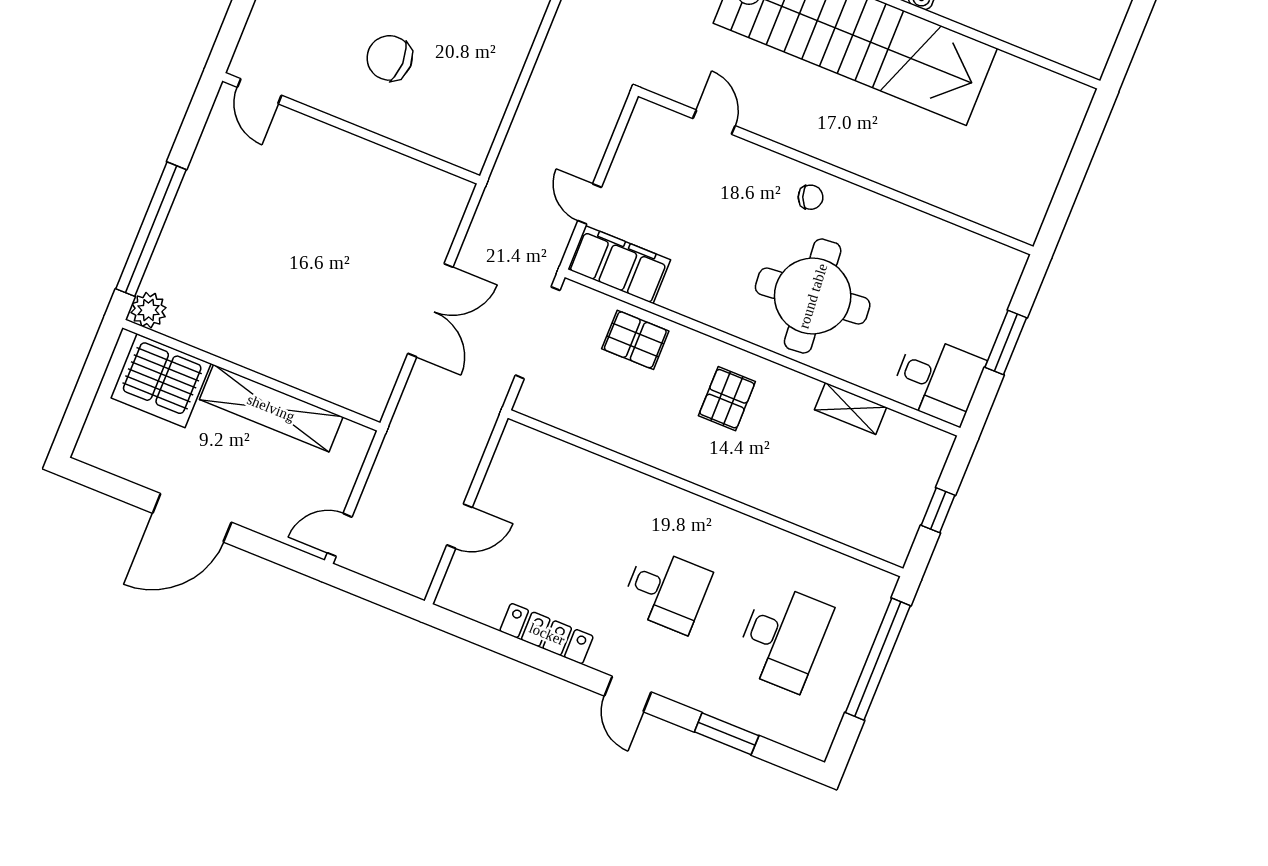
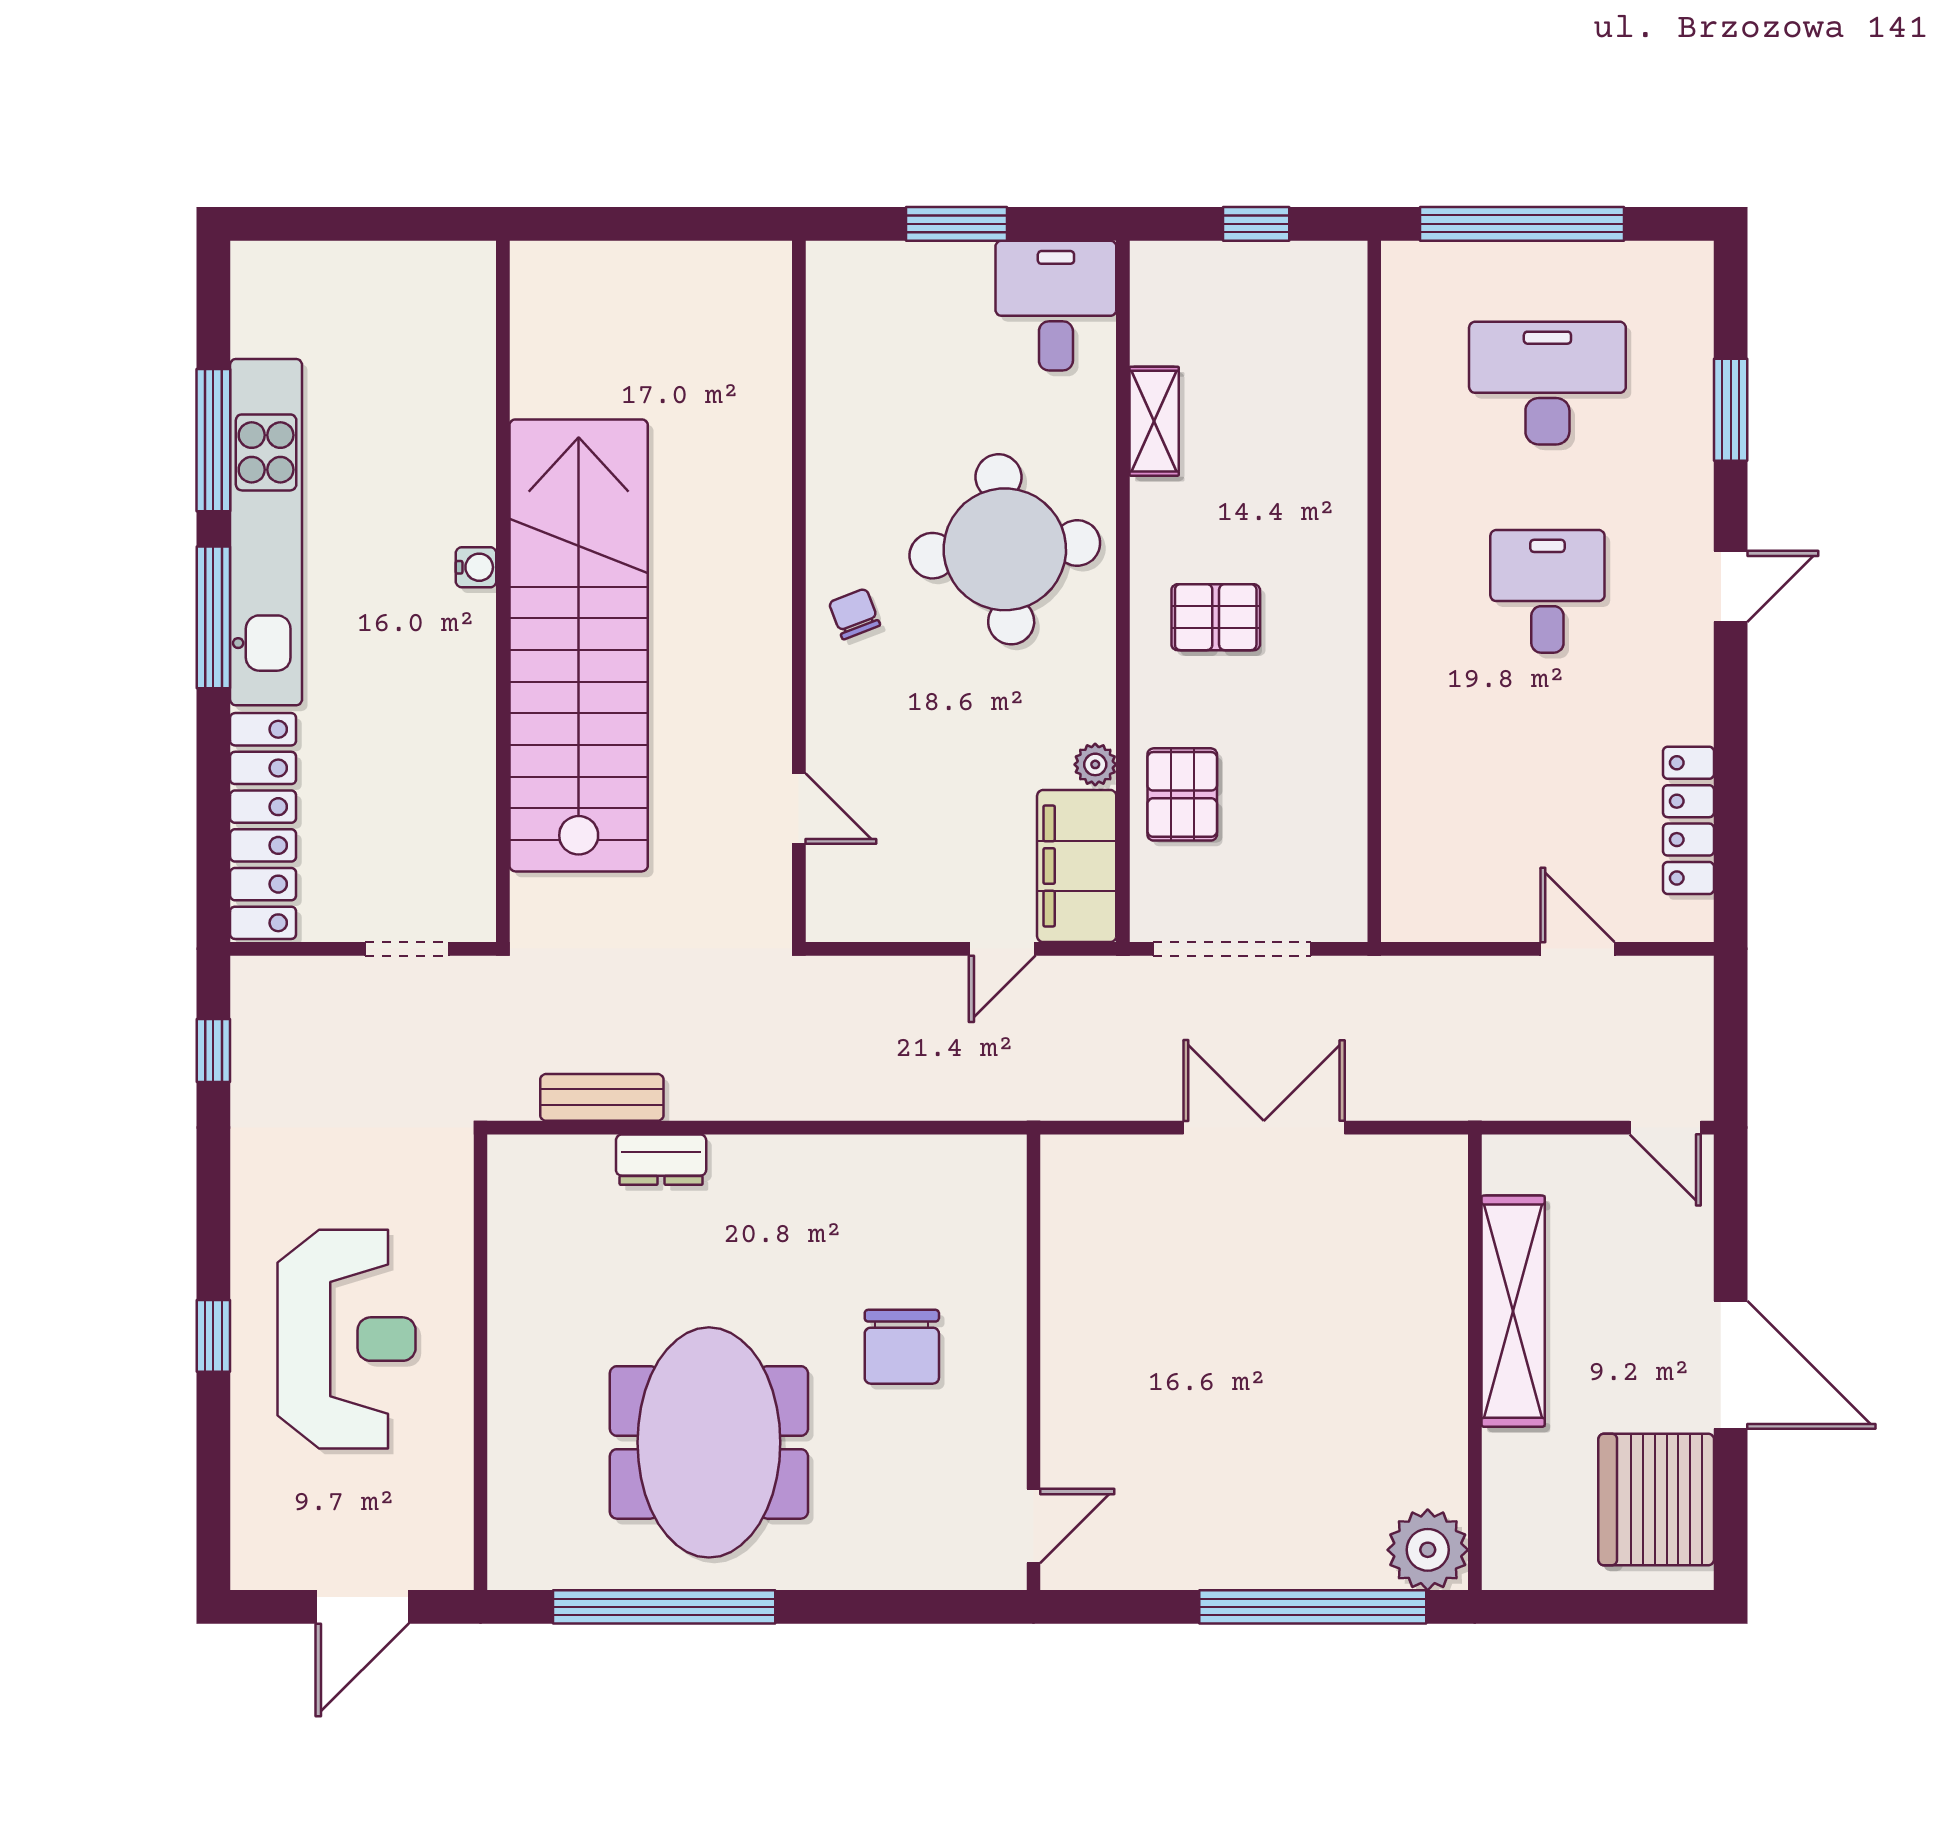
door: (714, 122) -> (799, 809), swing flipped
plant: (672, 298) -> (1095, 764), added
plant: (149, 310) -> (1428, 1550), width x1.36, depth x1.36
server rack: (161, 381) -> (1656, 1499), moved, turned 180
locker: (547, 634) -> (1688, 820), moved

